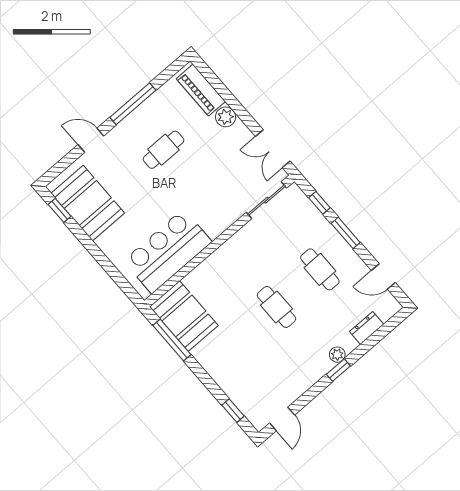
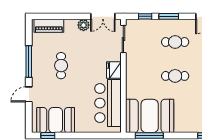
plant: (226, 117) -> (83, 25), moved
fridge: (216, 222) -> (114, 70), added
booth: (184, 316) -> (150, 116), width x1.36, depth x1.42

